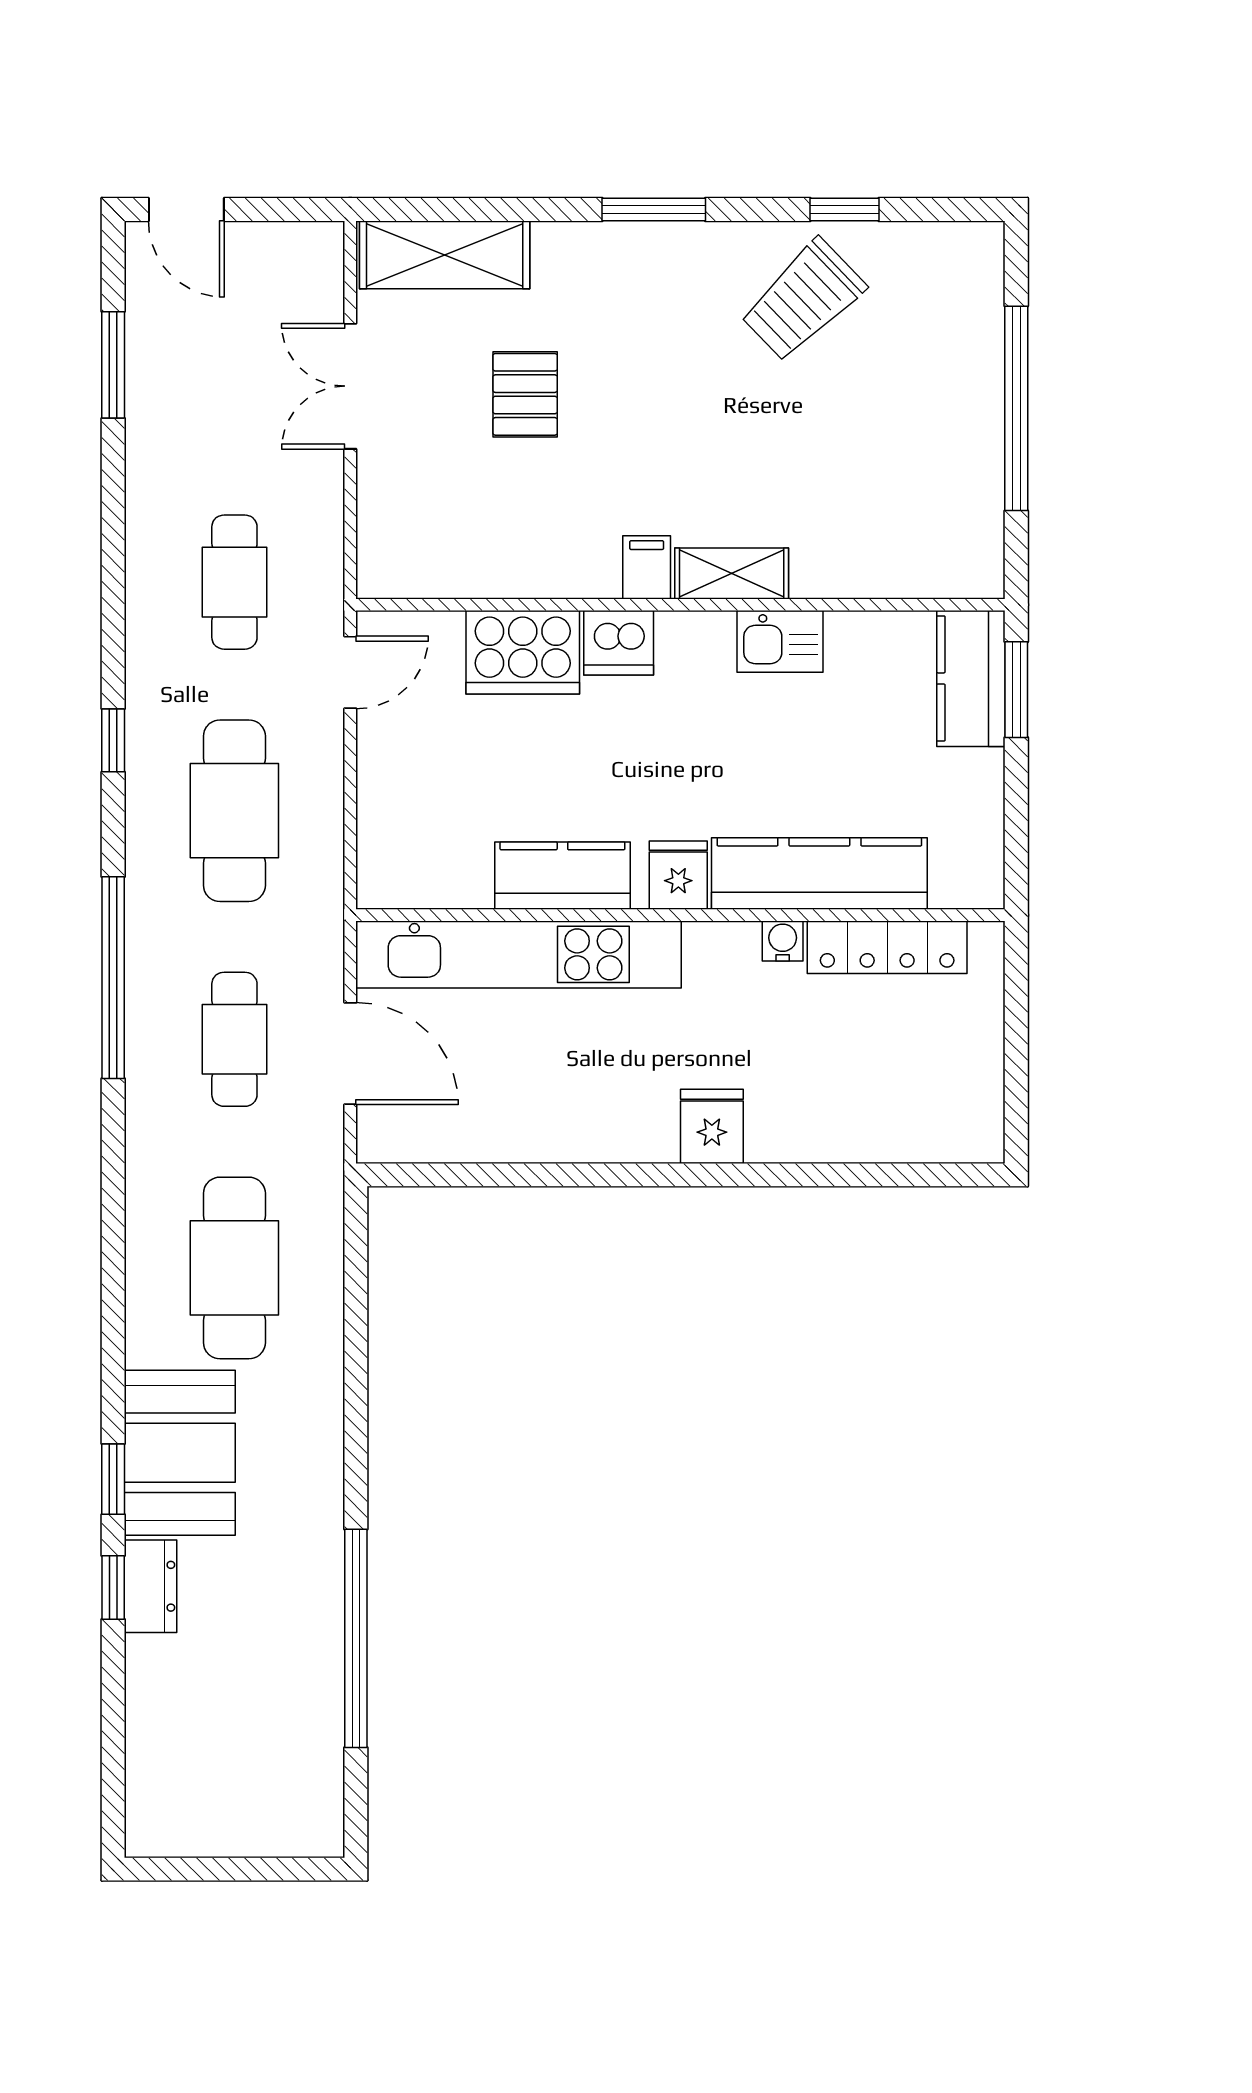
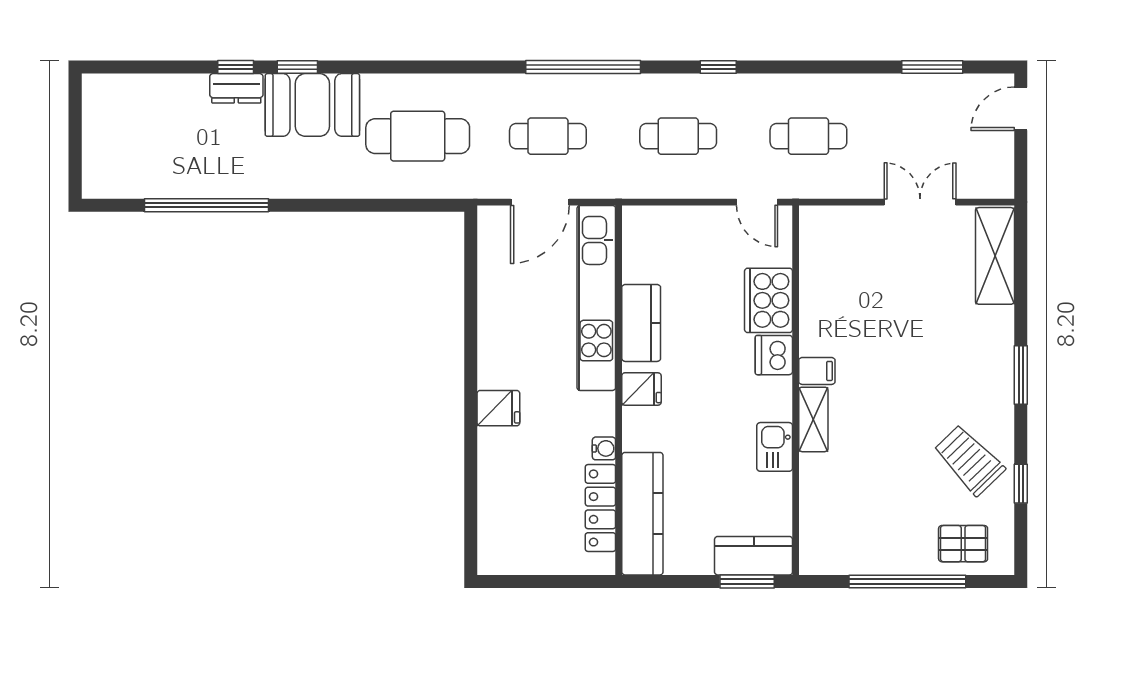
pallet: (525, 394) -> (963, 544), moved
cafe table: (234, 811) -> (678, 136), width x0.73, depth x0.74
kitchen counter: (819, 874) -> (642, 514), moved

